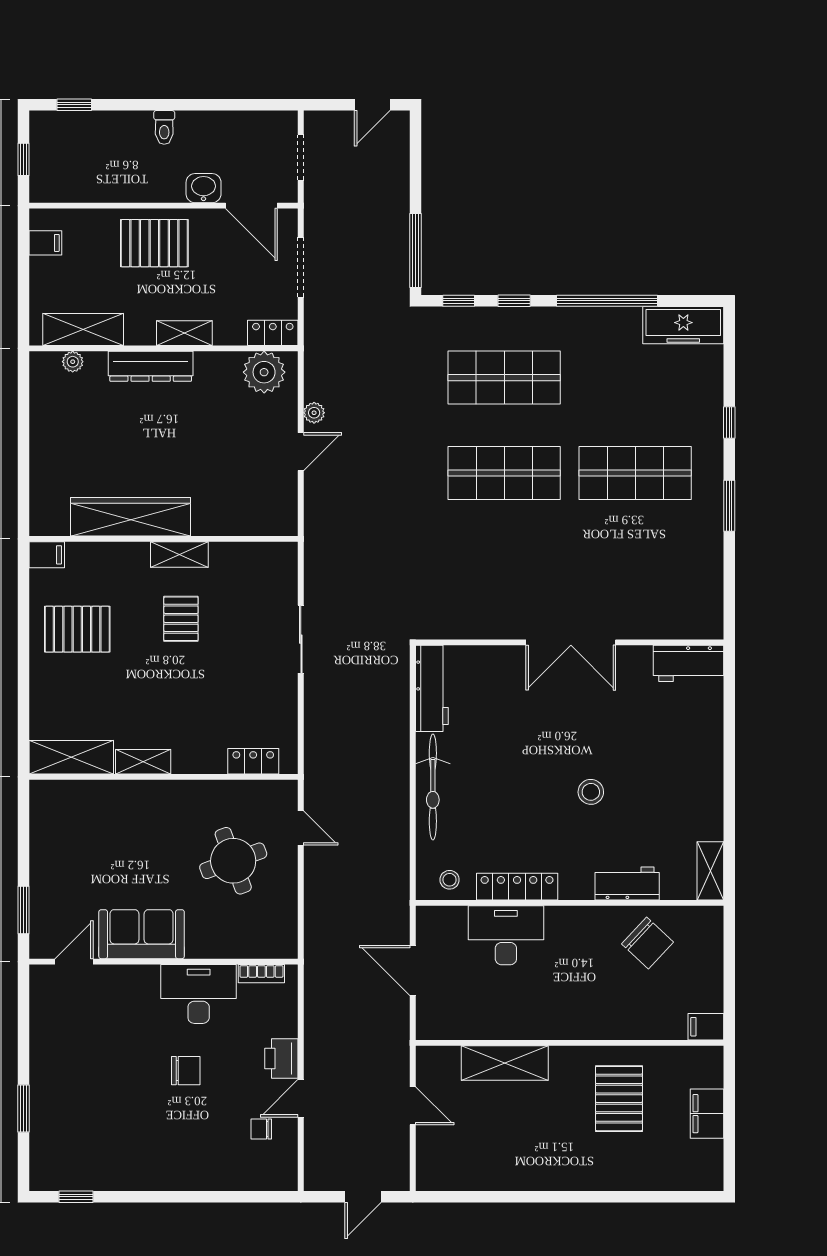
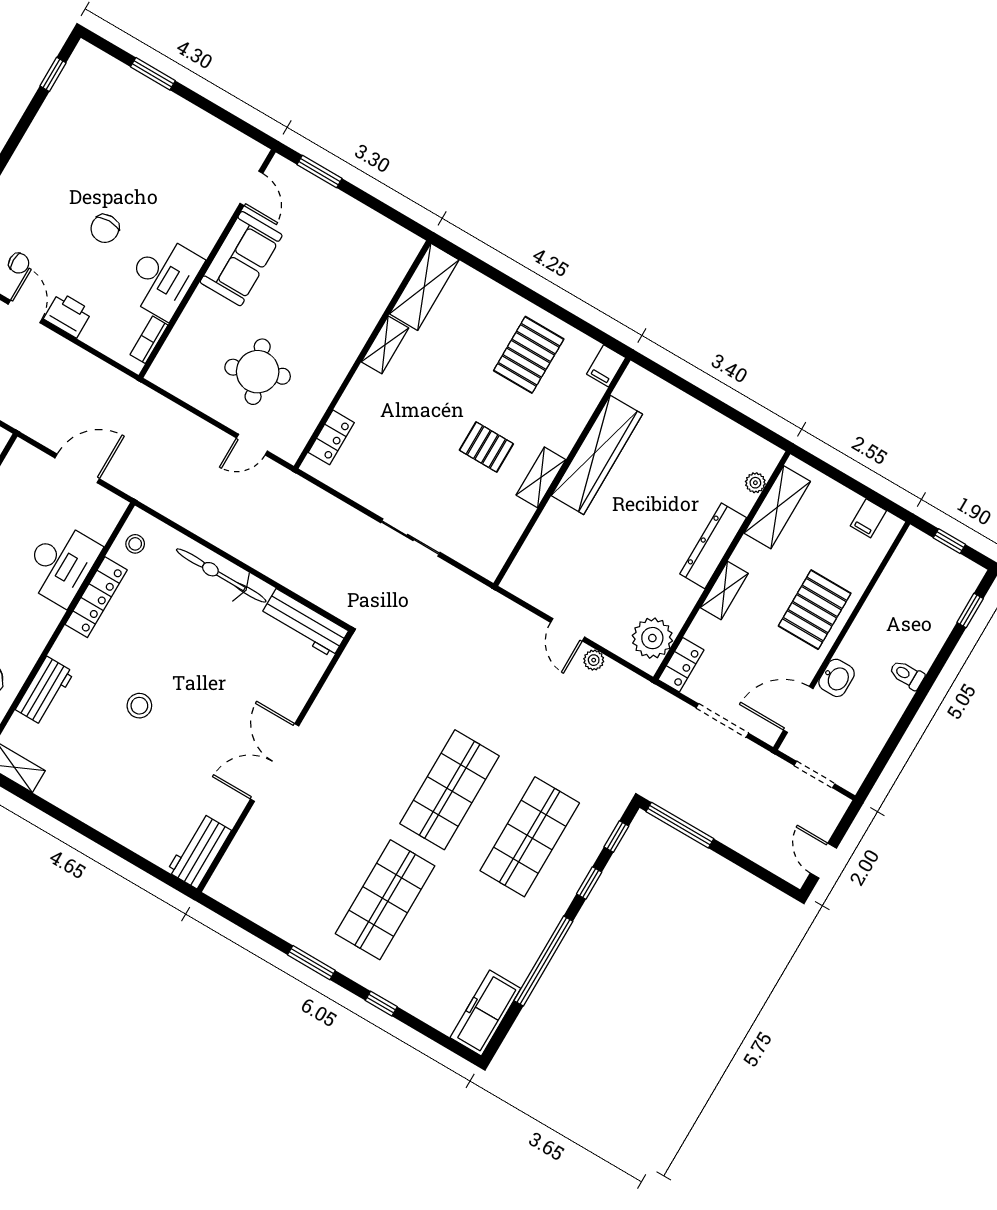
chair: (261, 1129) -> (19, 263), turned 90

